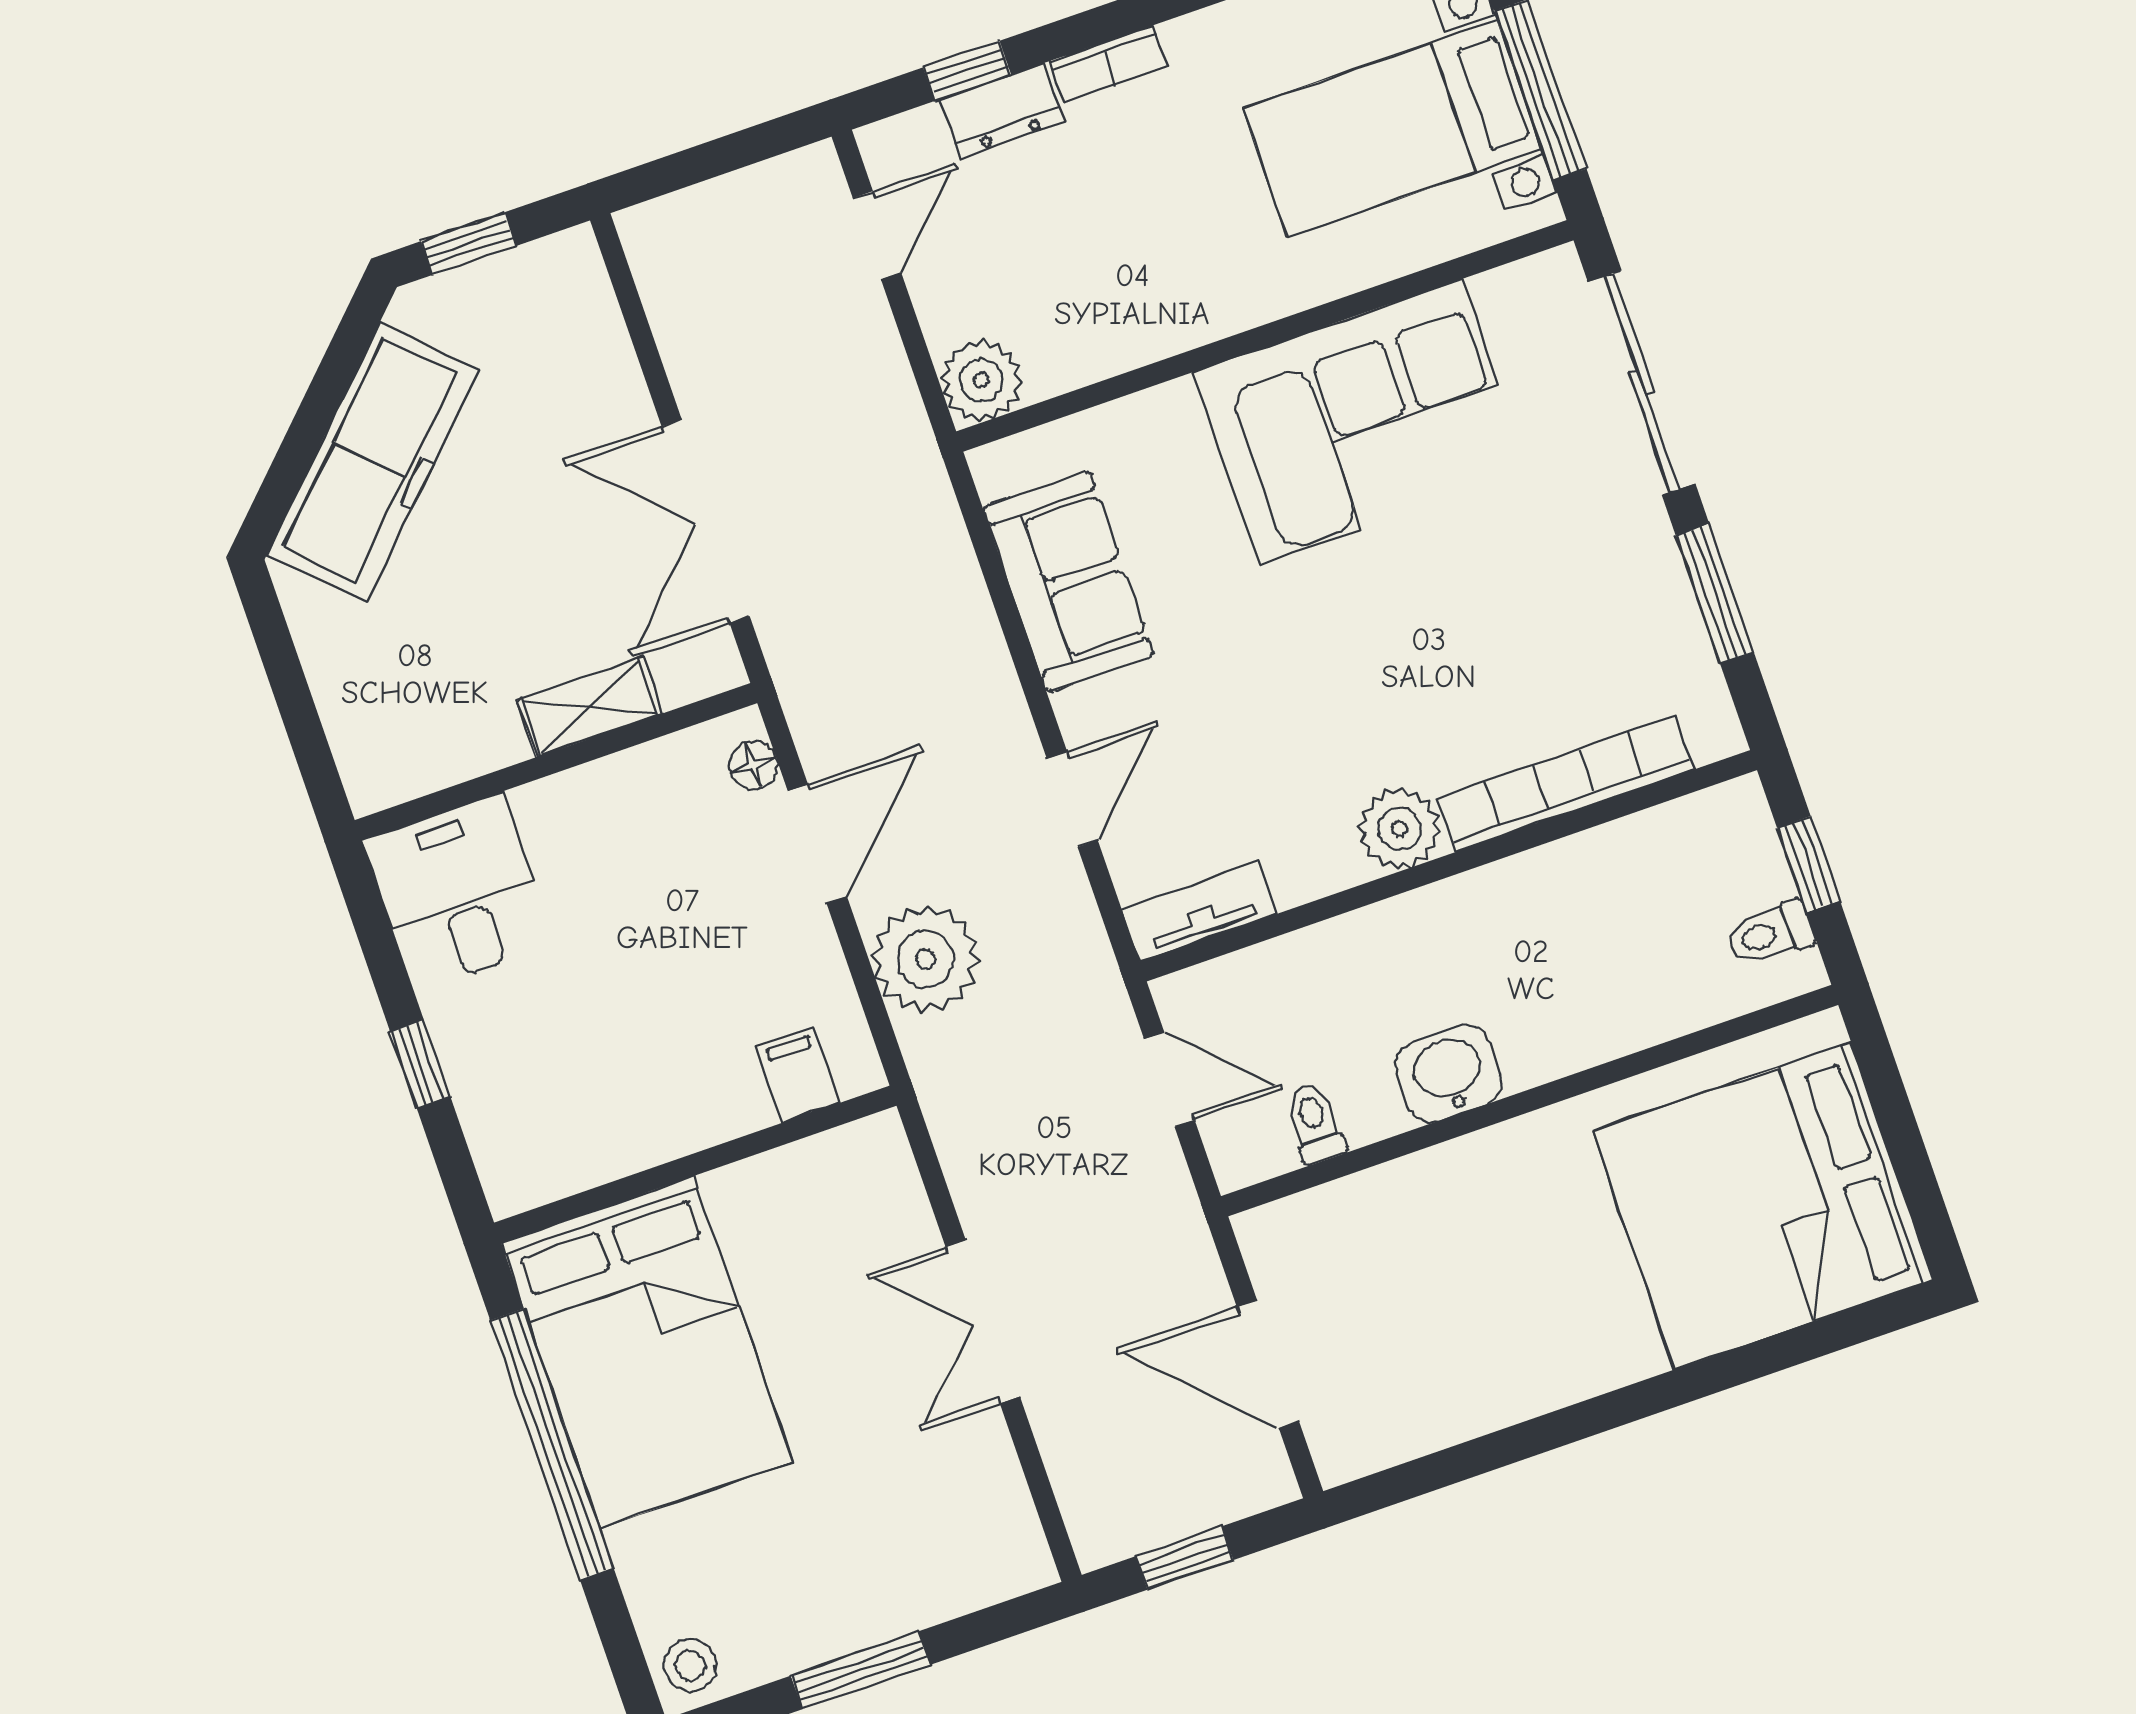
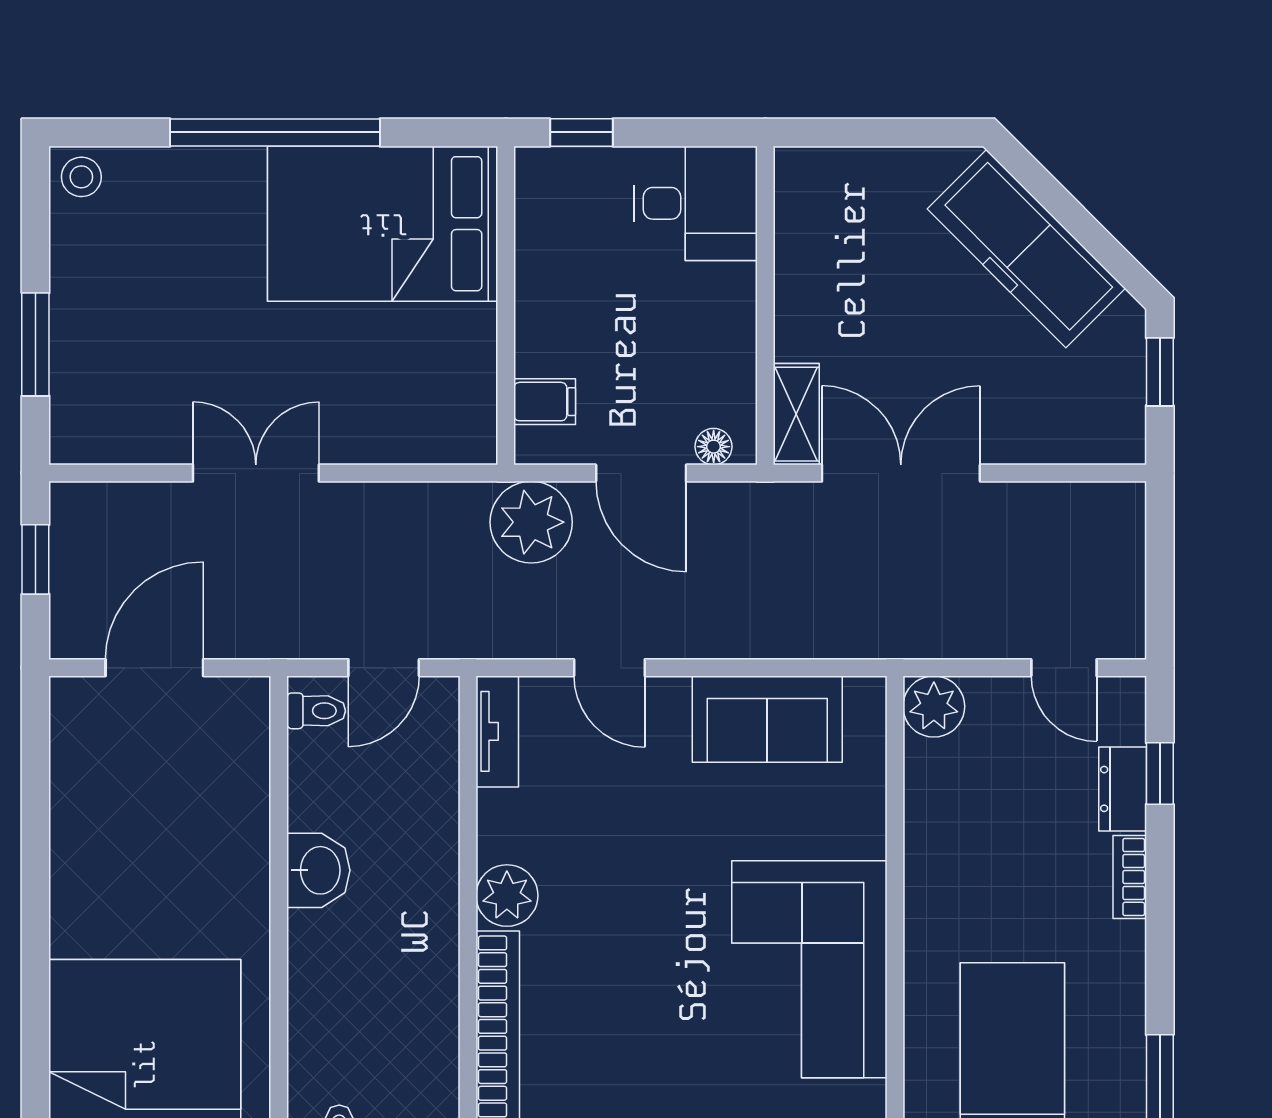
shelving: (590, 707) -> (796, 414), moved
filing cabinet: (798, 1075) -> (545, 402), moved
toilet: (1315, 1123) -> (316, 711), moved
wall: (695, 1164) -> (506, 305), moved
bed: (647, 1352) -> (383, 224), moved
window: (861, 1670) -> (35, 344), moved

